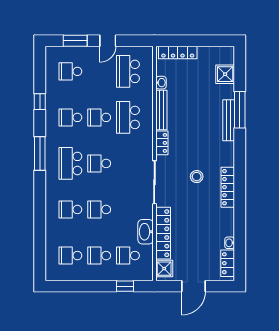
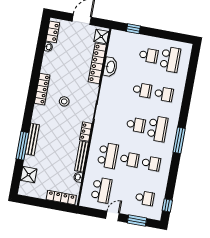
window: (40, 102) -> (167, 205), moved
school desk: (70, 256) -> (170, 59), width x1.85
school desk: (128, 256) -> (127, 51), removed

